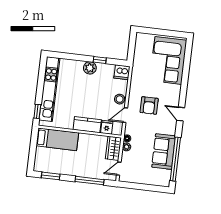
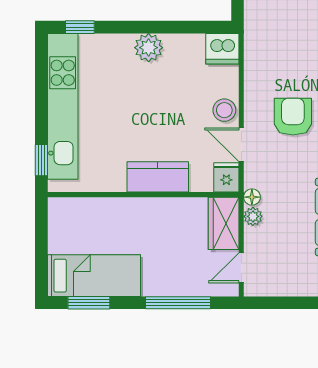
window: (100, 60) -> (80, 27), moved
armchair: (149, 105) -> (293, 117), turned 180
door: (125, 115) -> (241, 145), hinge flipped
fridge: (107, 127) -> (226, 177), moved
bed: (57, 139) -> (94, 276), moved

